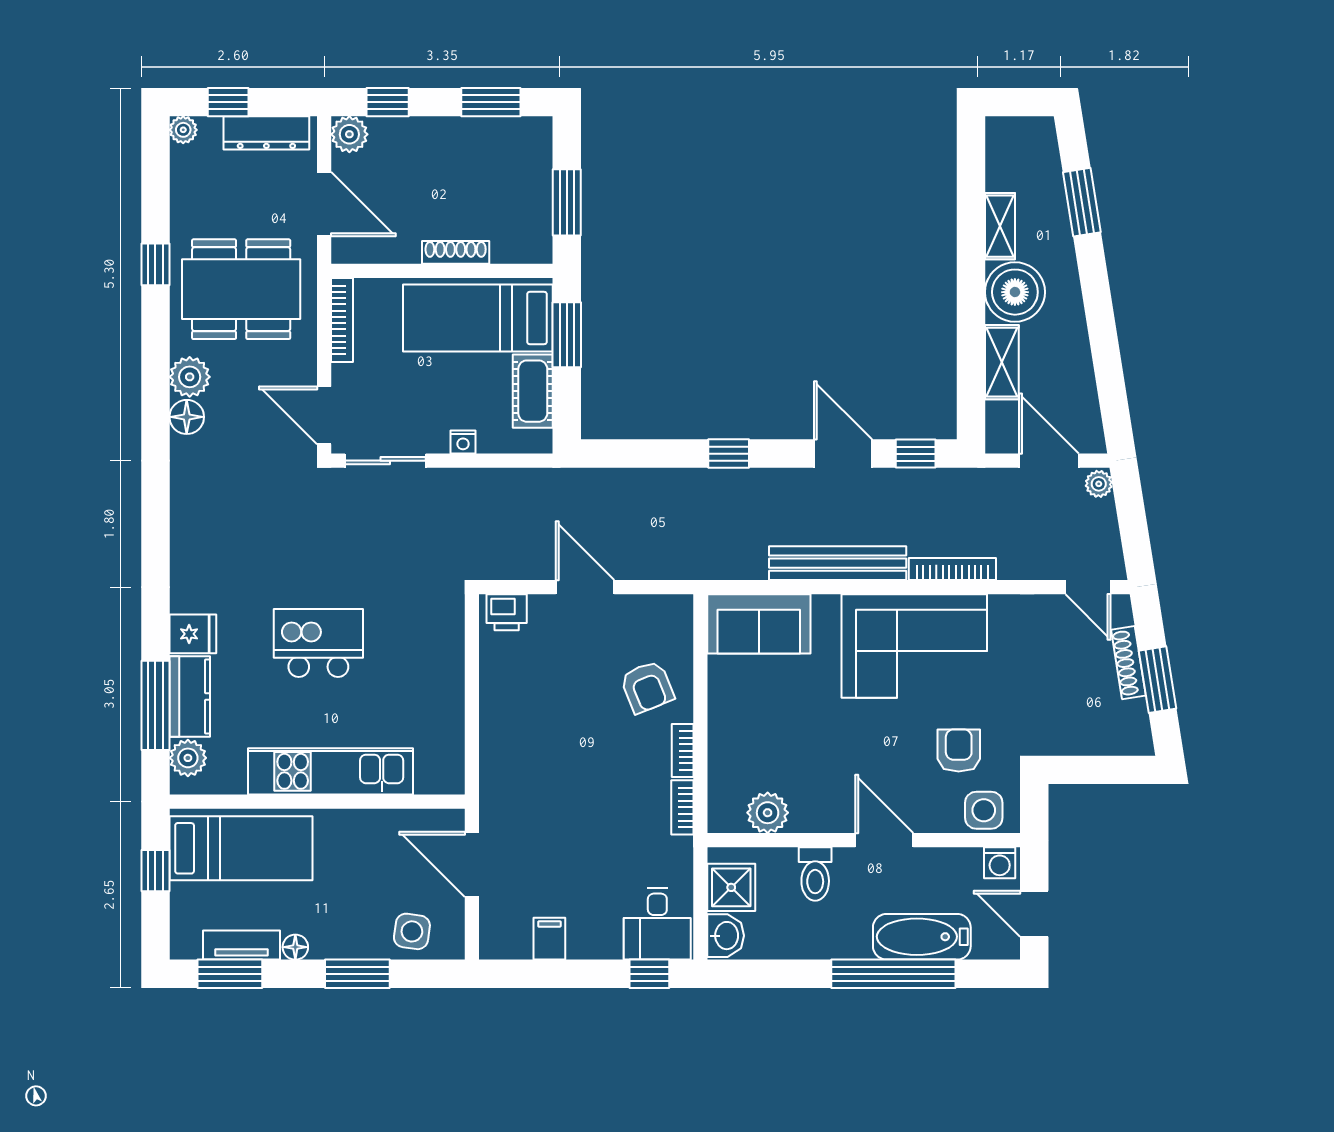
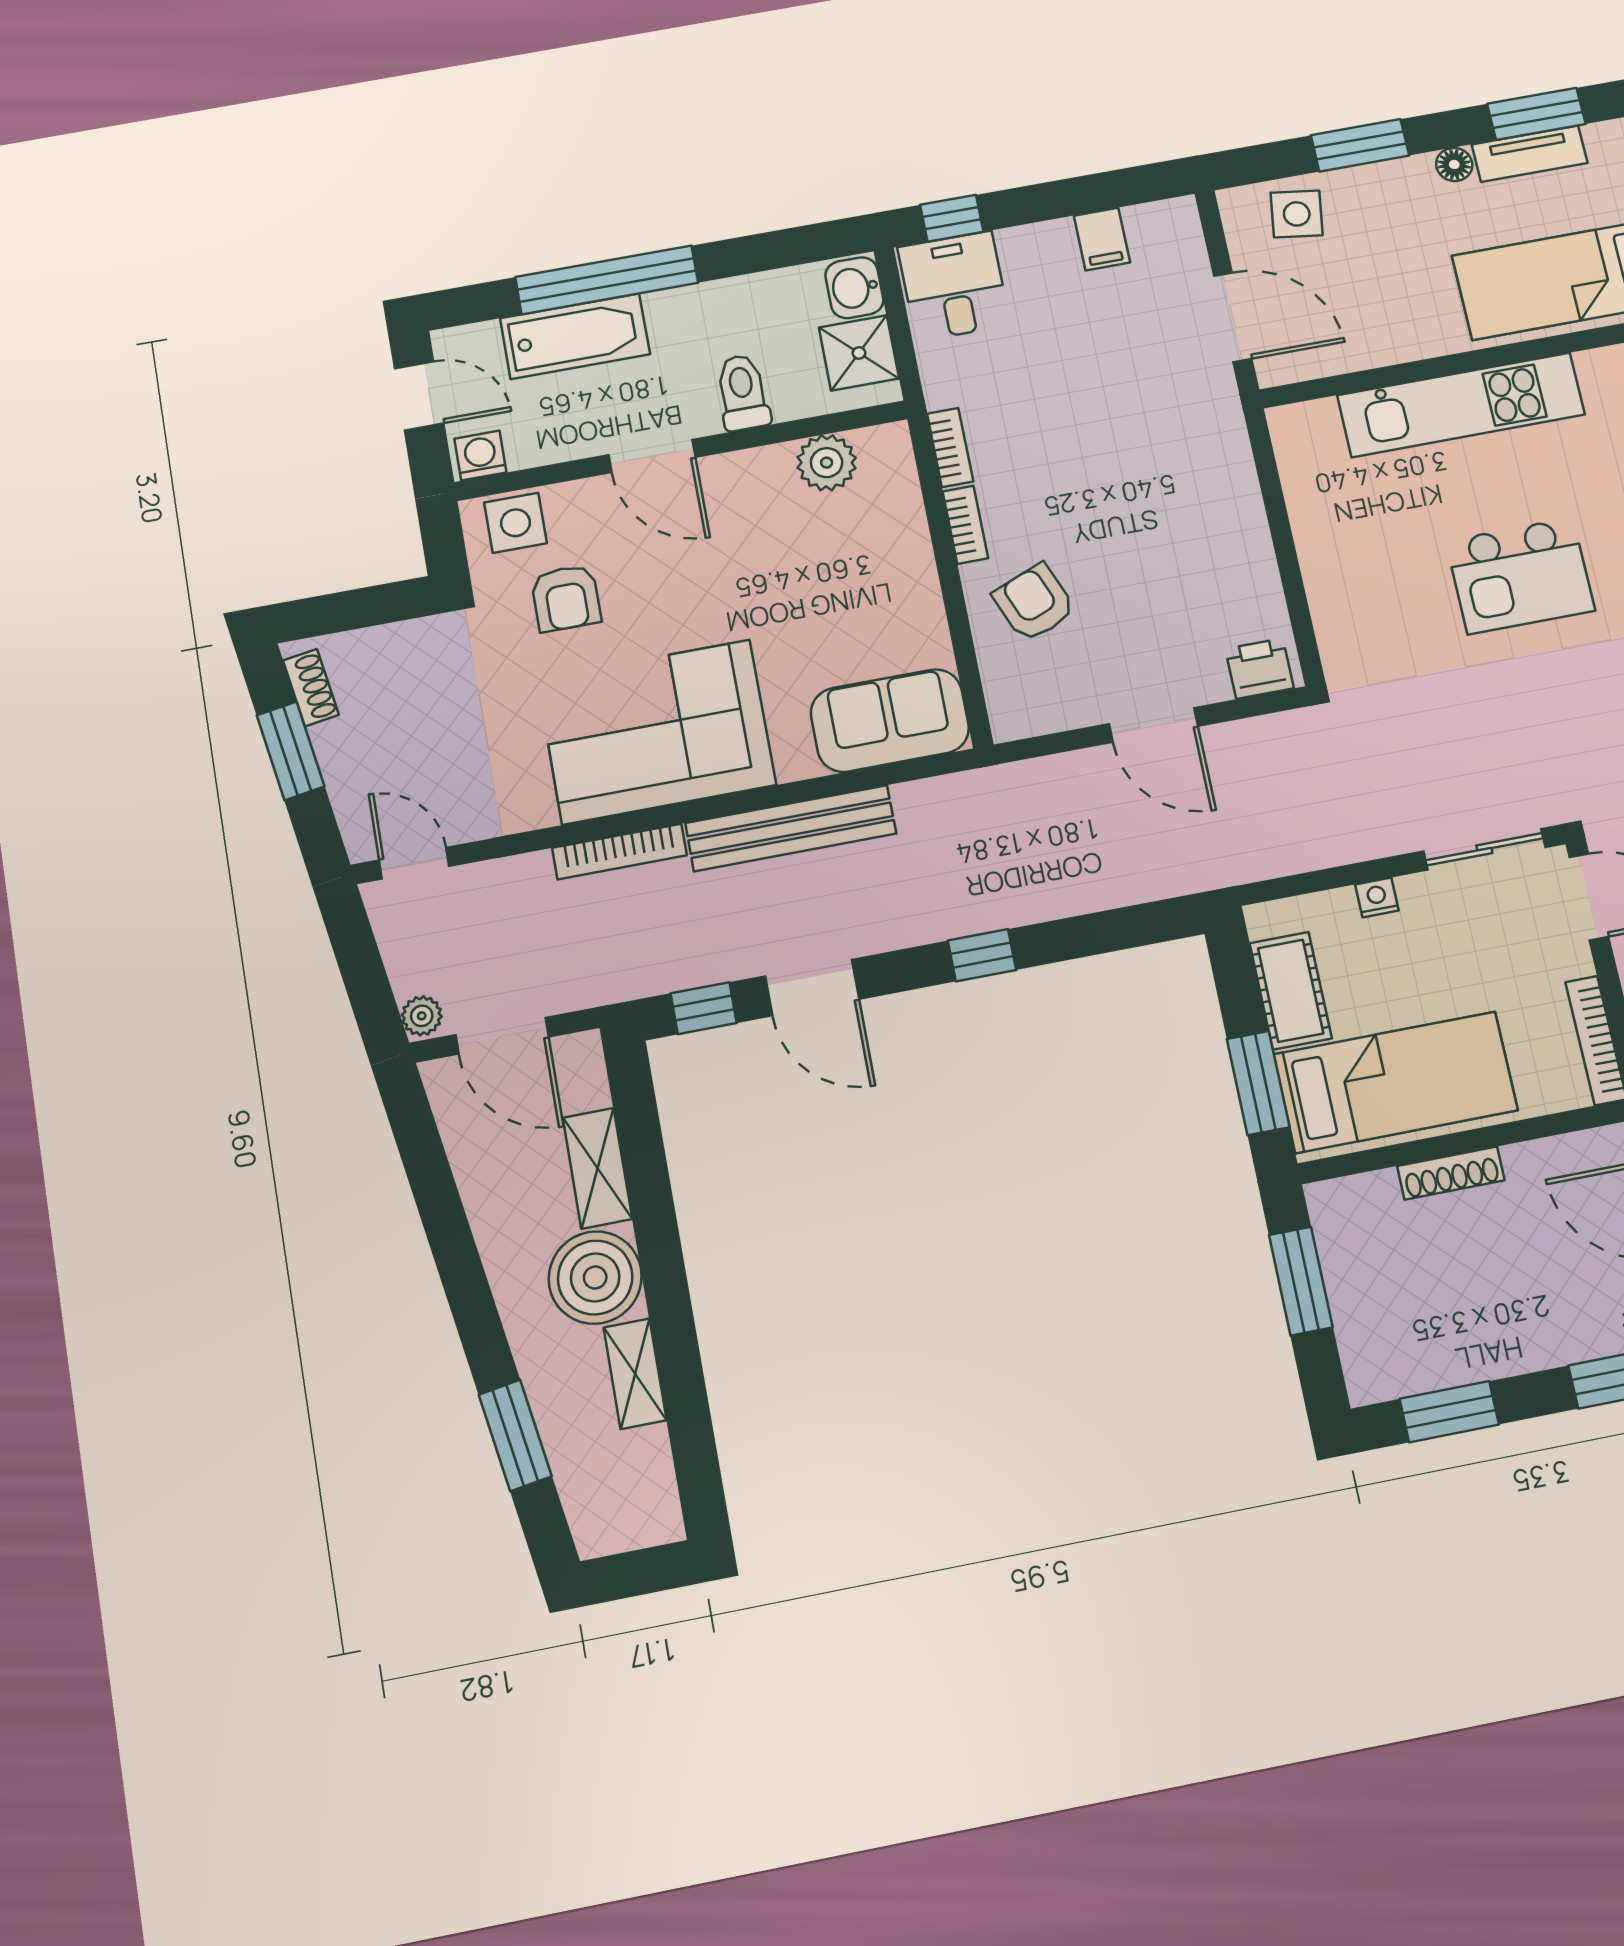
shoe rack: (1128, 663) -> (311, 688), moved, width x0.70

